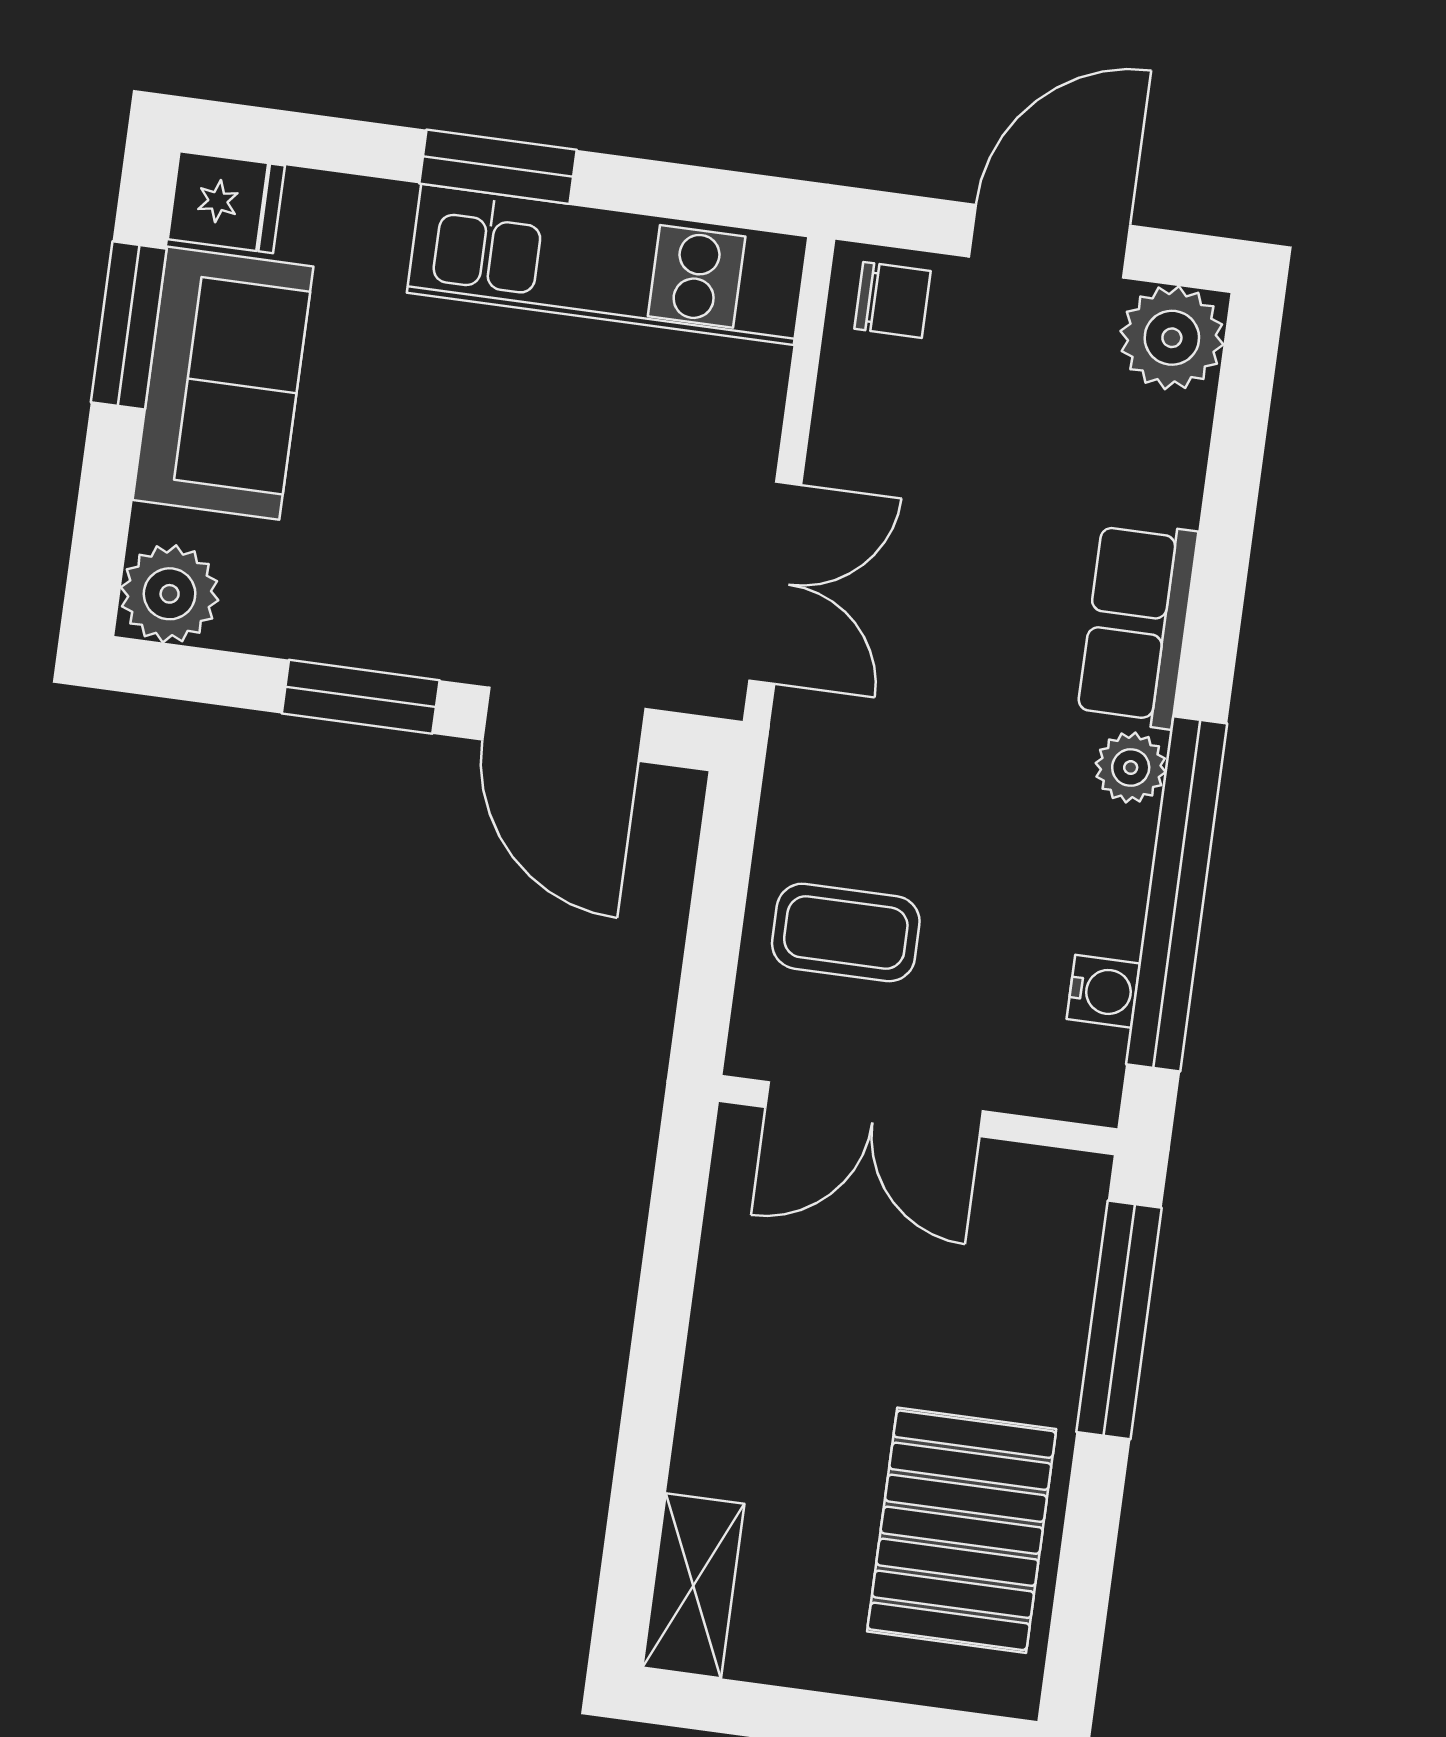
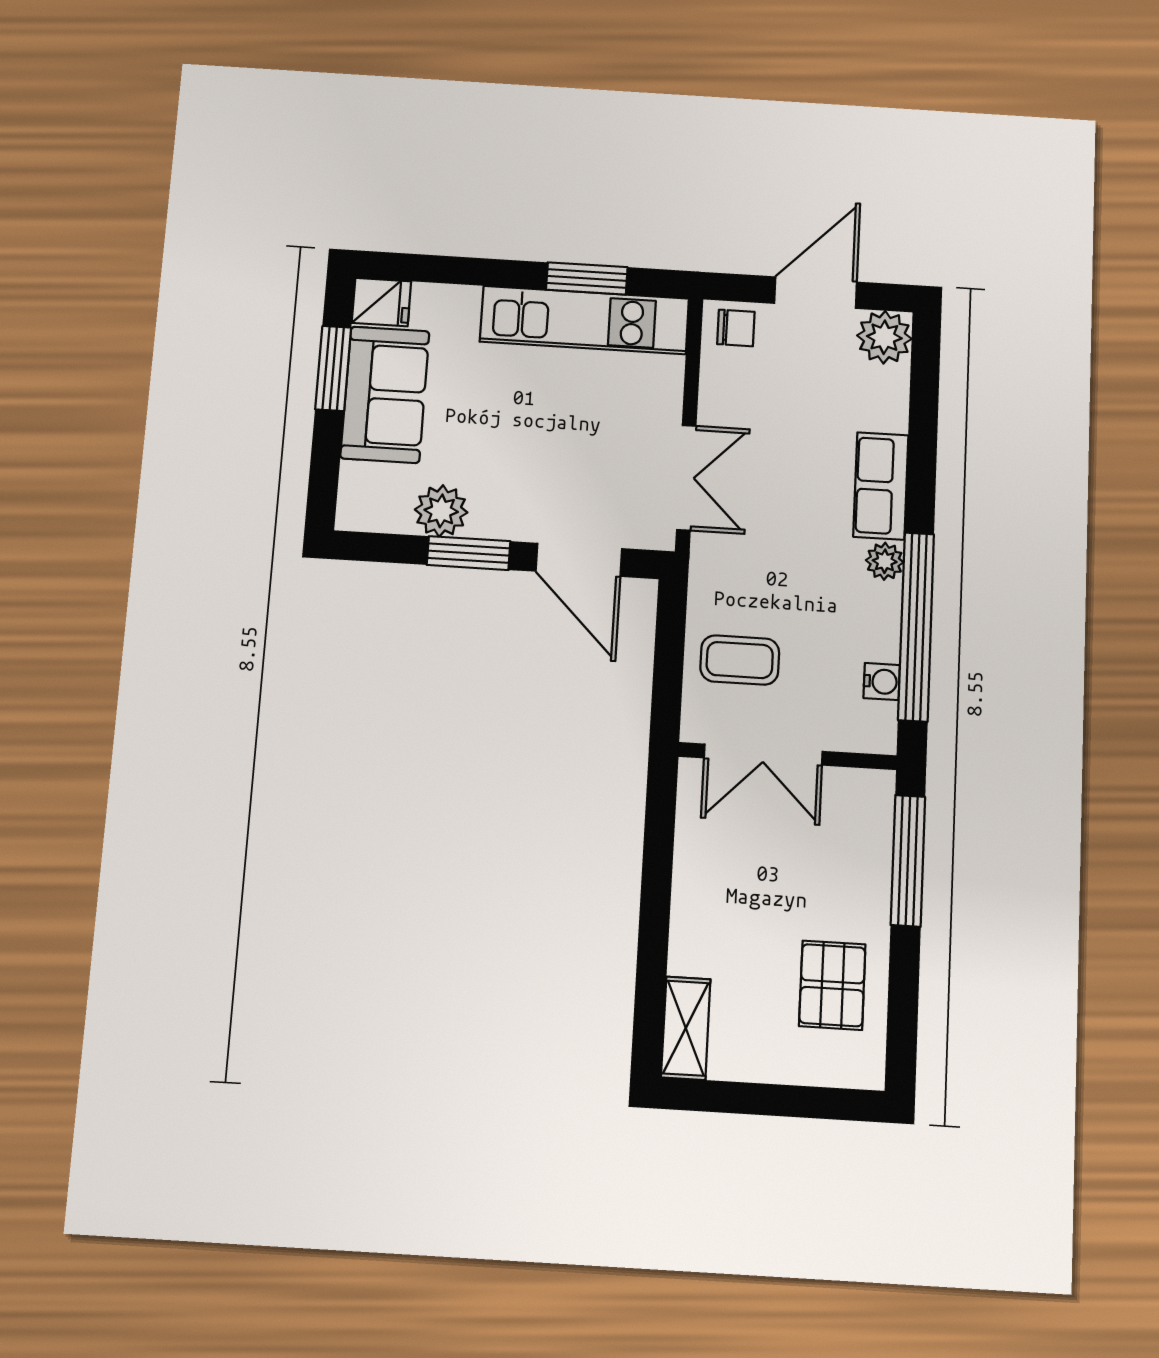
window: (498, 167) -> (587, 278), moved
plant: (170, 594) -> (441, 511), moved
pallet: (962, 1530) -> (832, 985), width x0.67, depth x0.71

